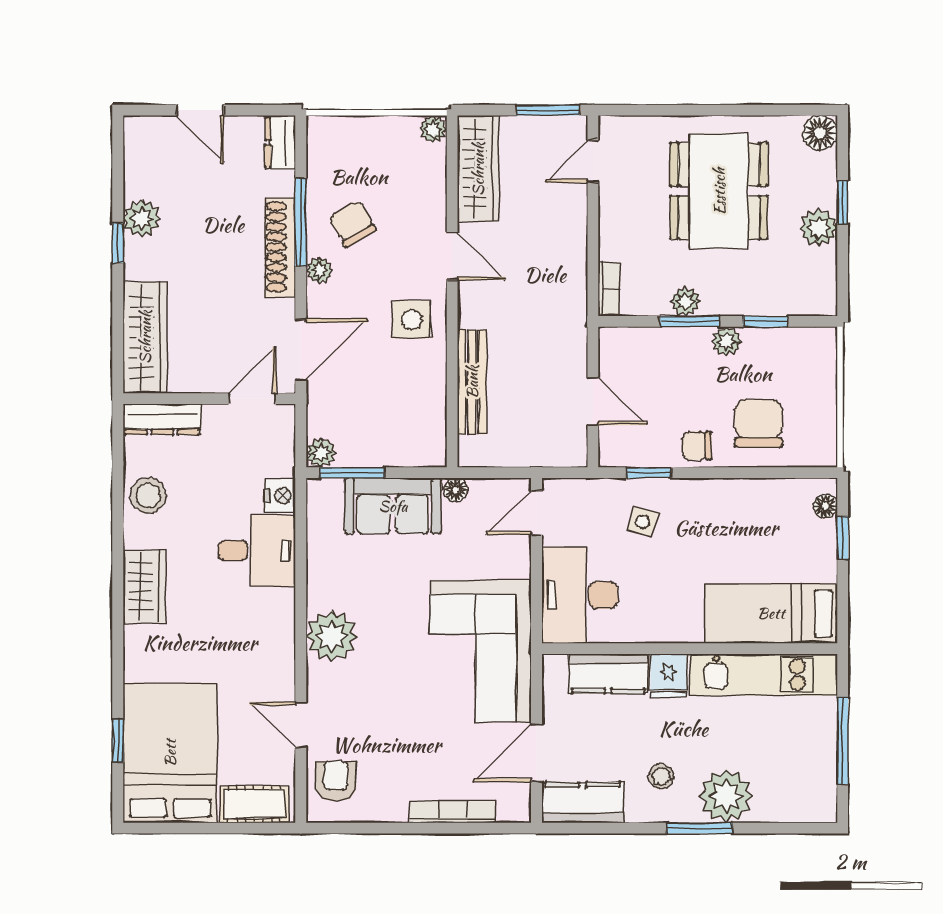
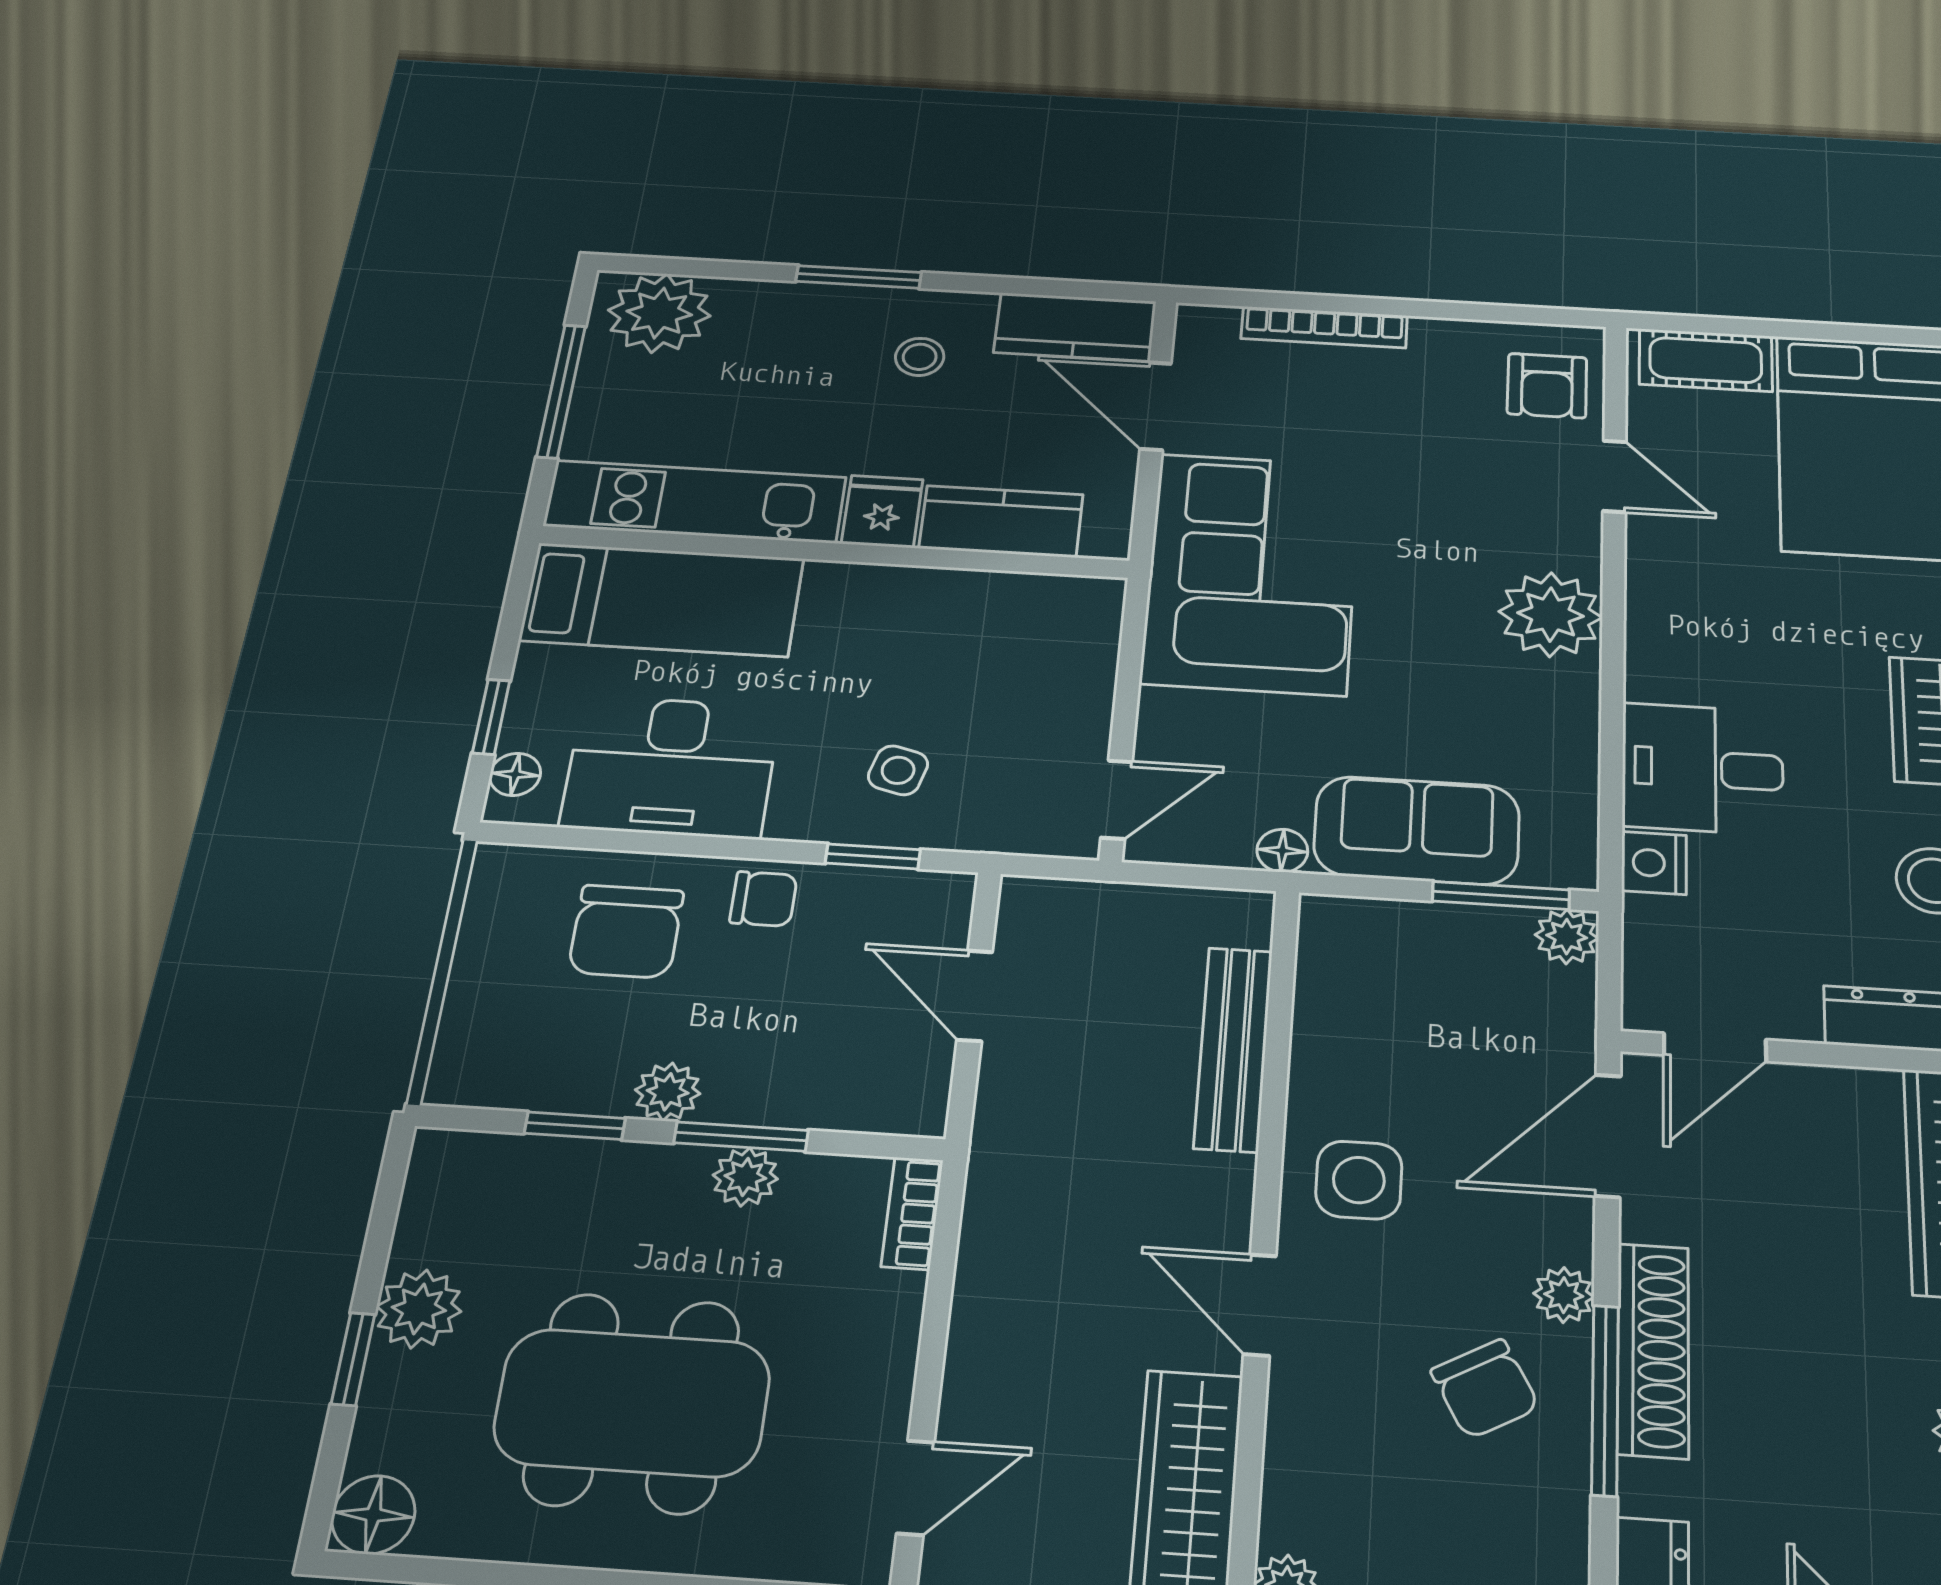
dining table: (719, 191) -> (632, 1403), turned 90
desk: (580, 595) -> (671, 767), moved, turned 90
door: (537, 753) -> (1156, 406), swing flipped
plant: (726, 796) -> (659, 313), moved

